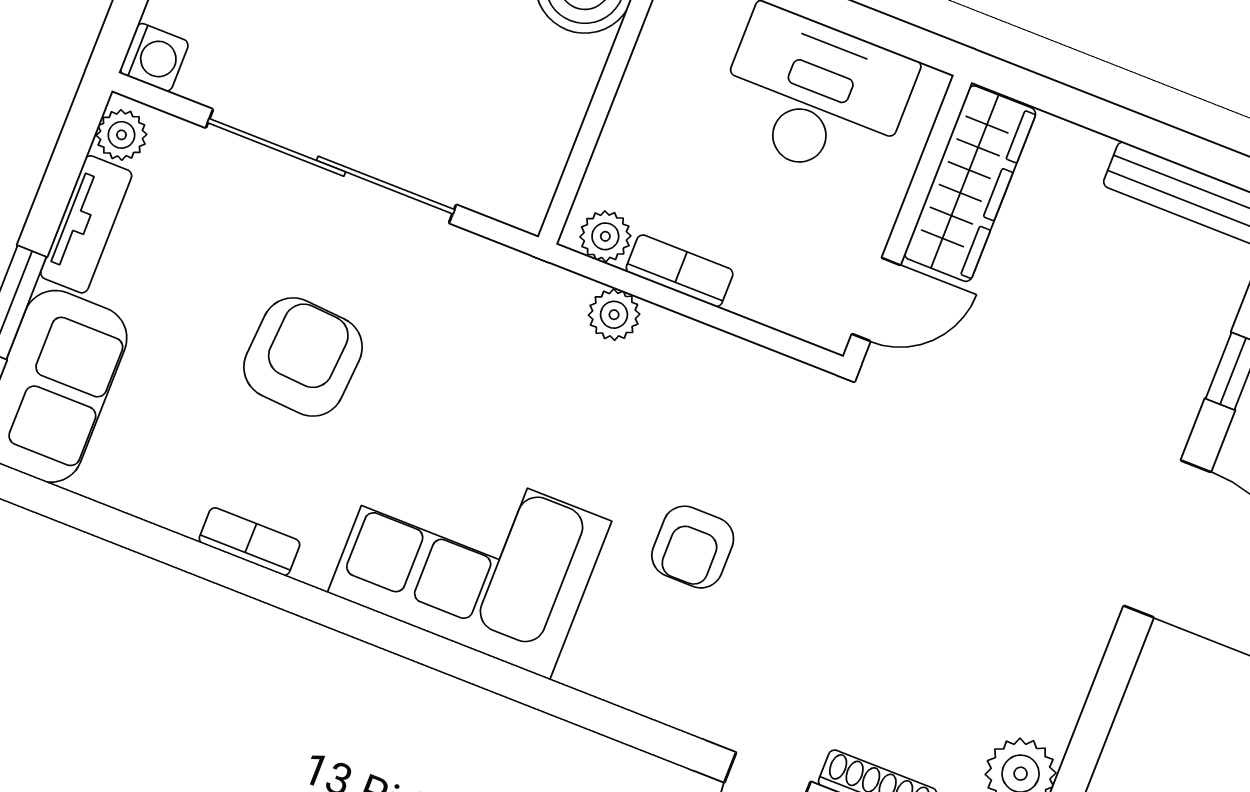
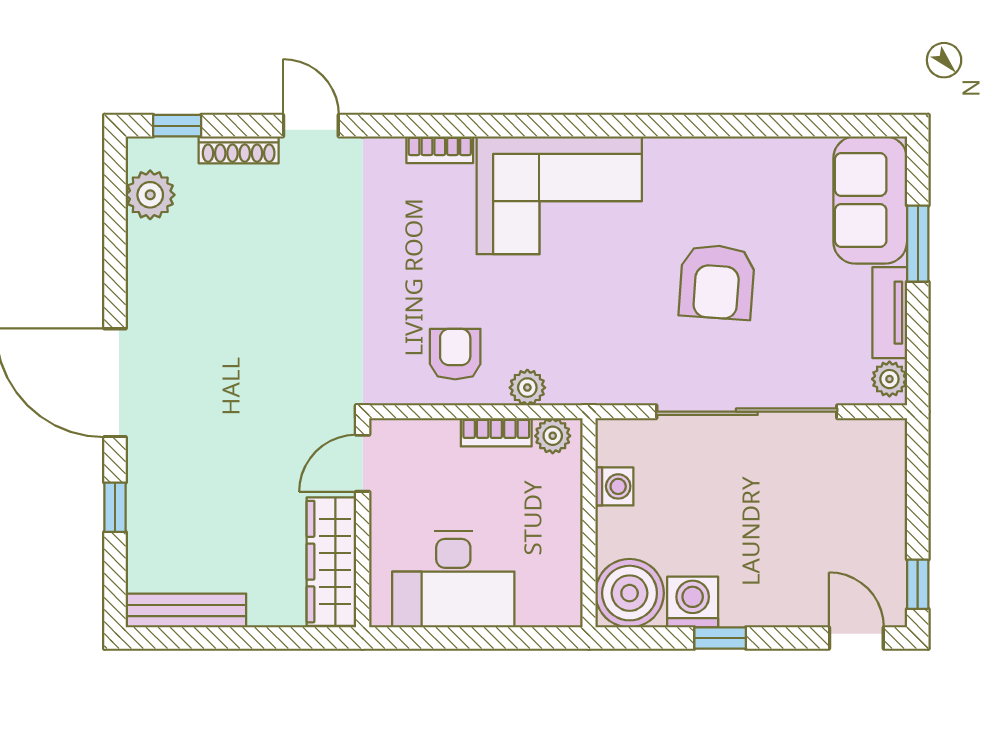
washing machine: (154, 57) -> (614, 486), moved, turned 180
bookcase: (249, 542) -> (440, 150), moved
armchair: (693, 547) -> (455, 354), moved

